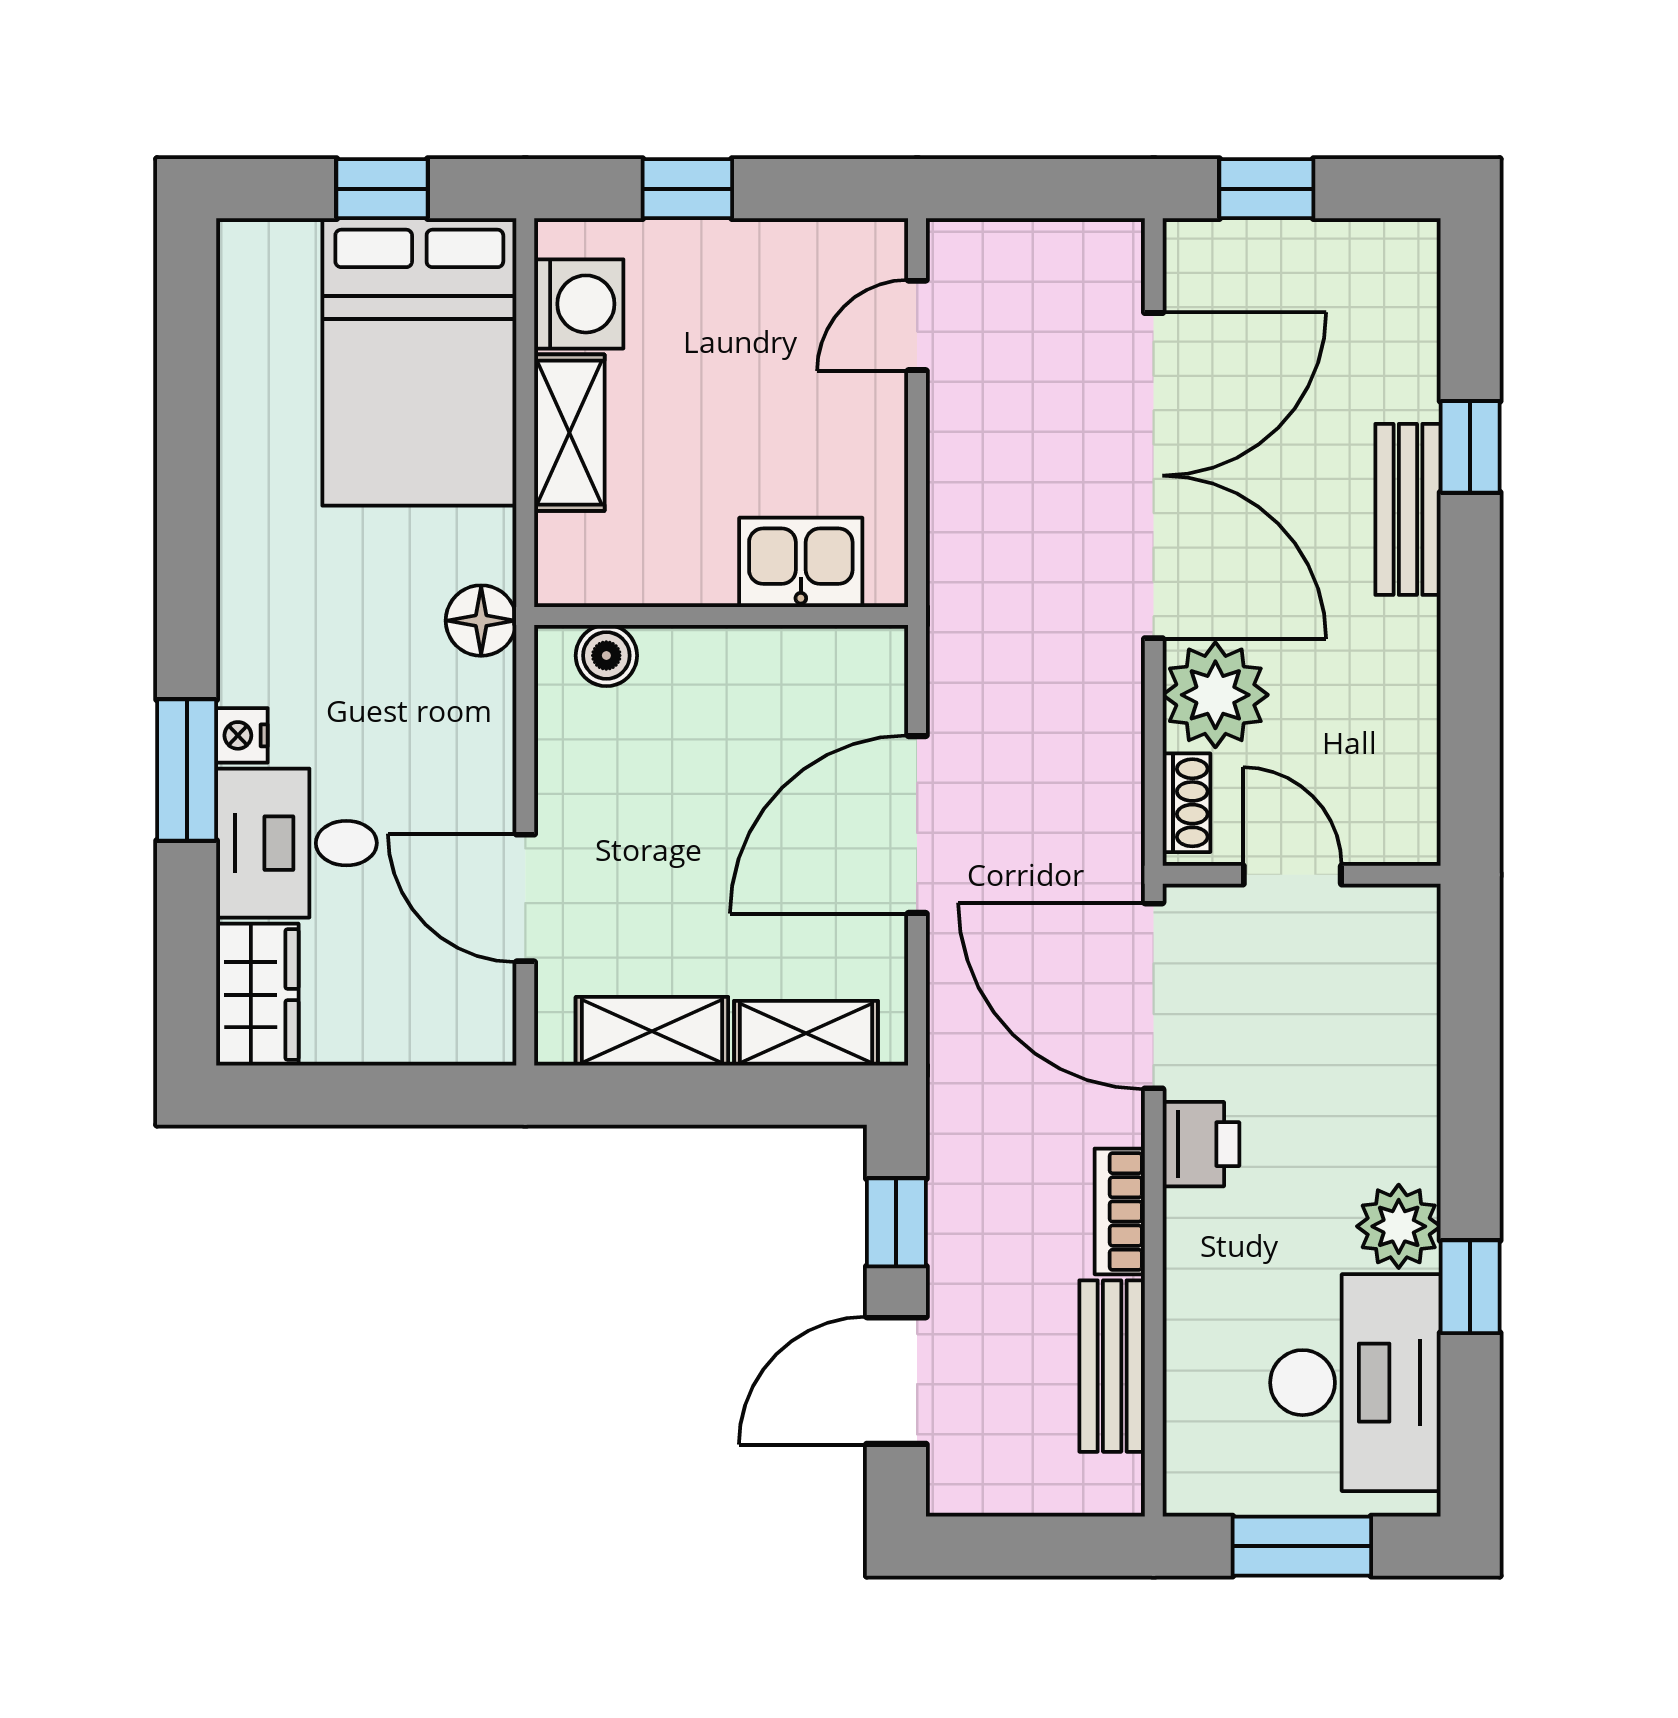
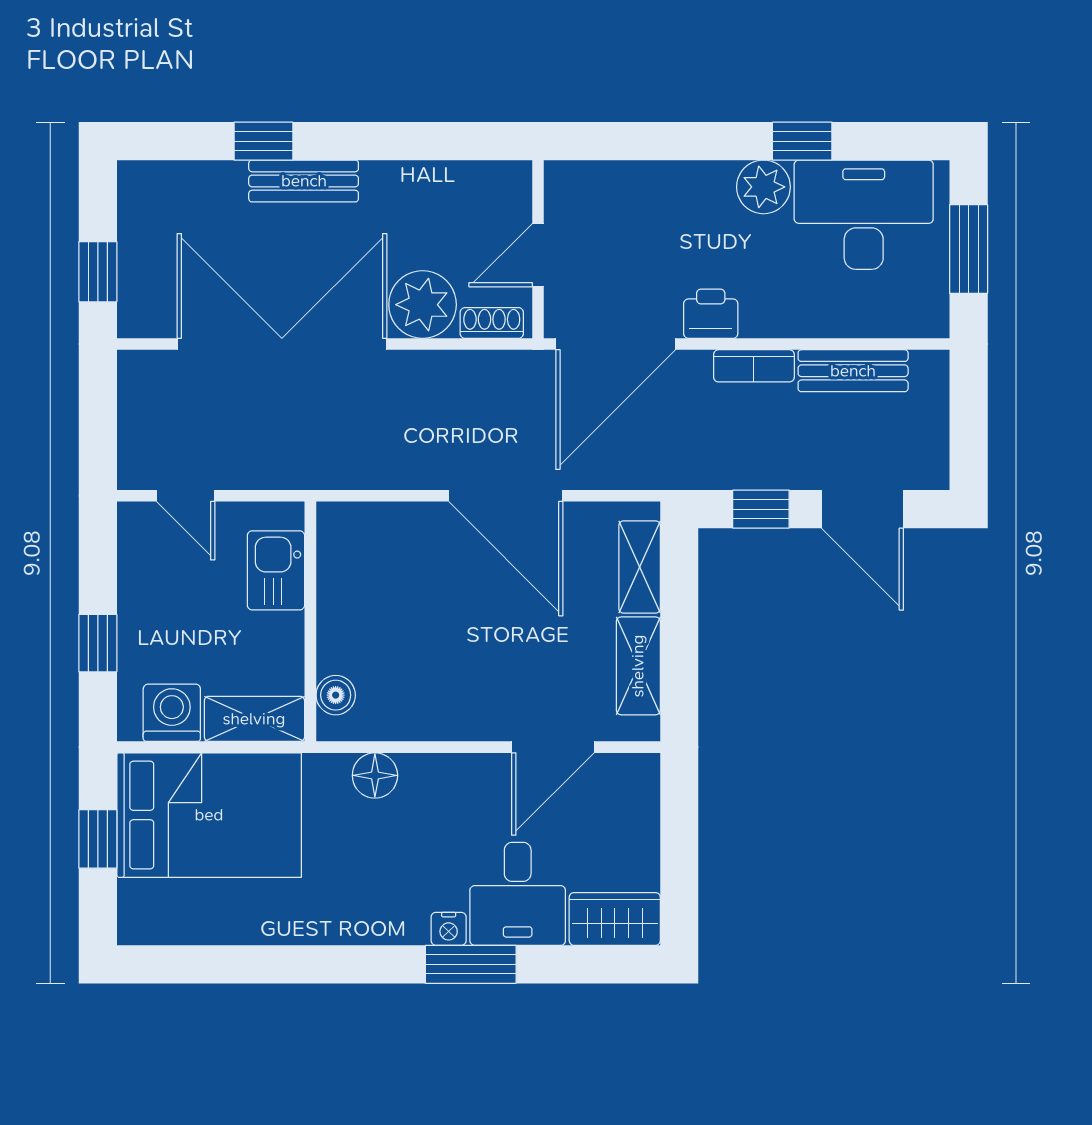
kitchen sink: (801, 562) -> (276, 570), moved
wall: (721, 616) -> (310, 621), moved
boiler: (606, 656) -> (336, 695), moved

